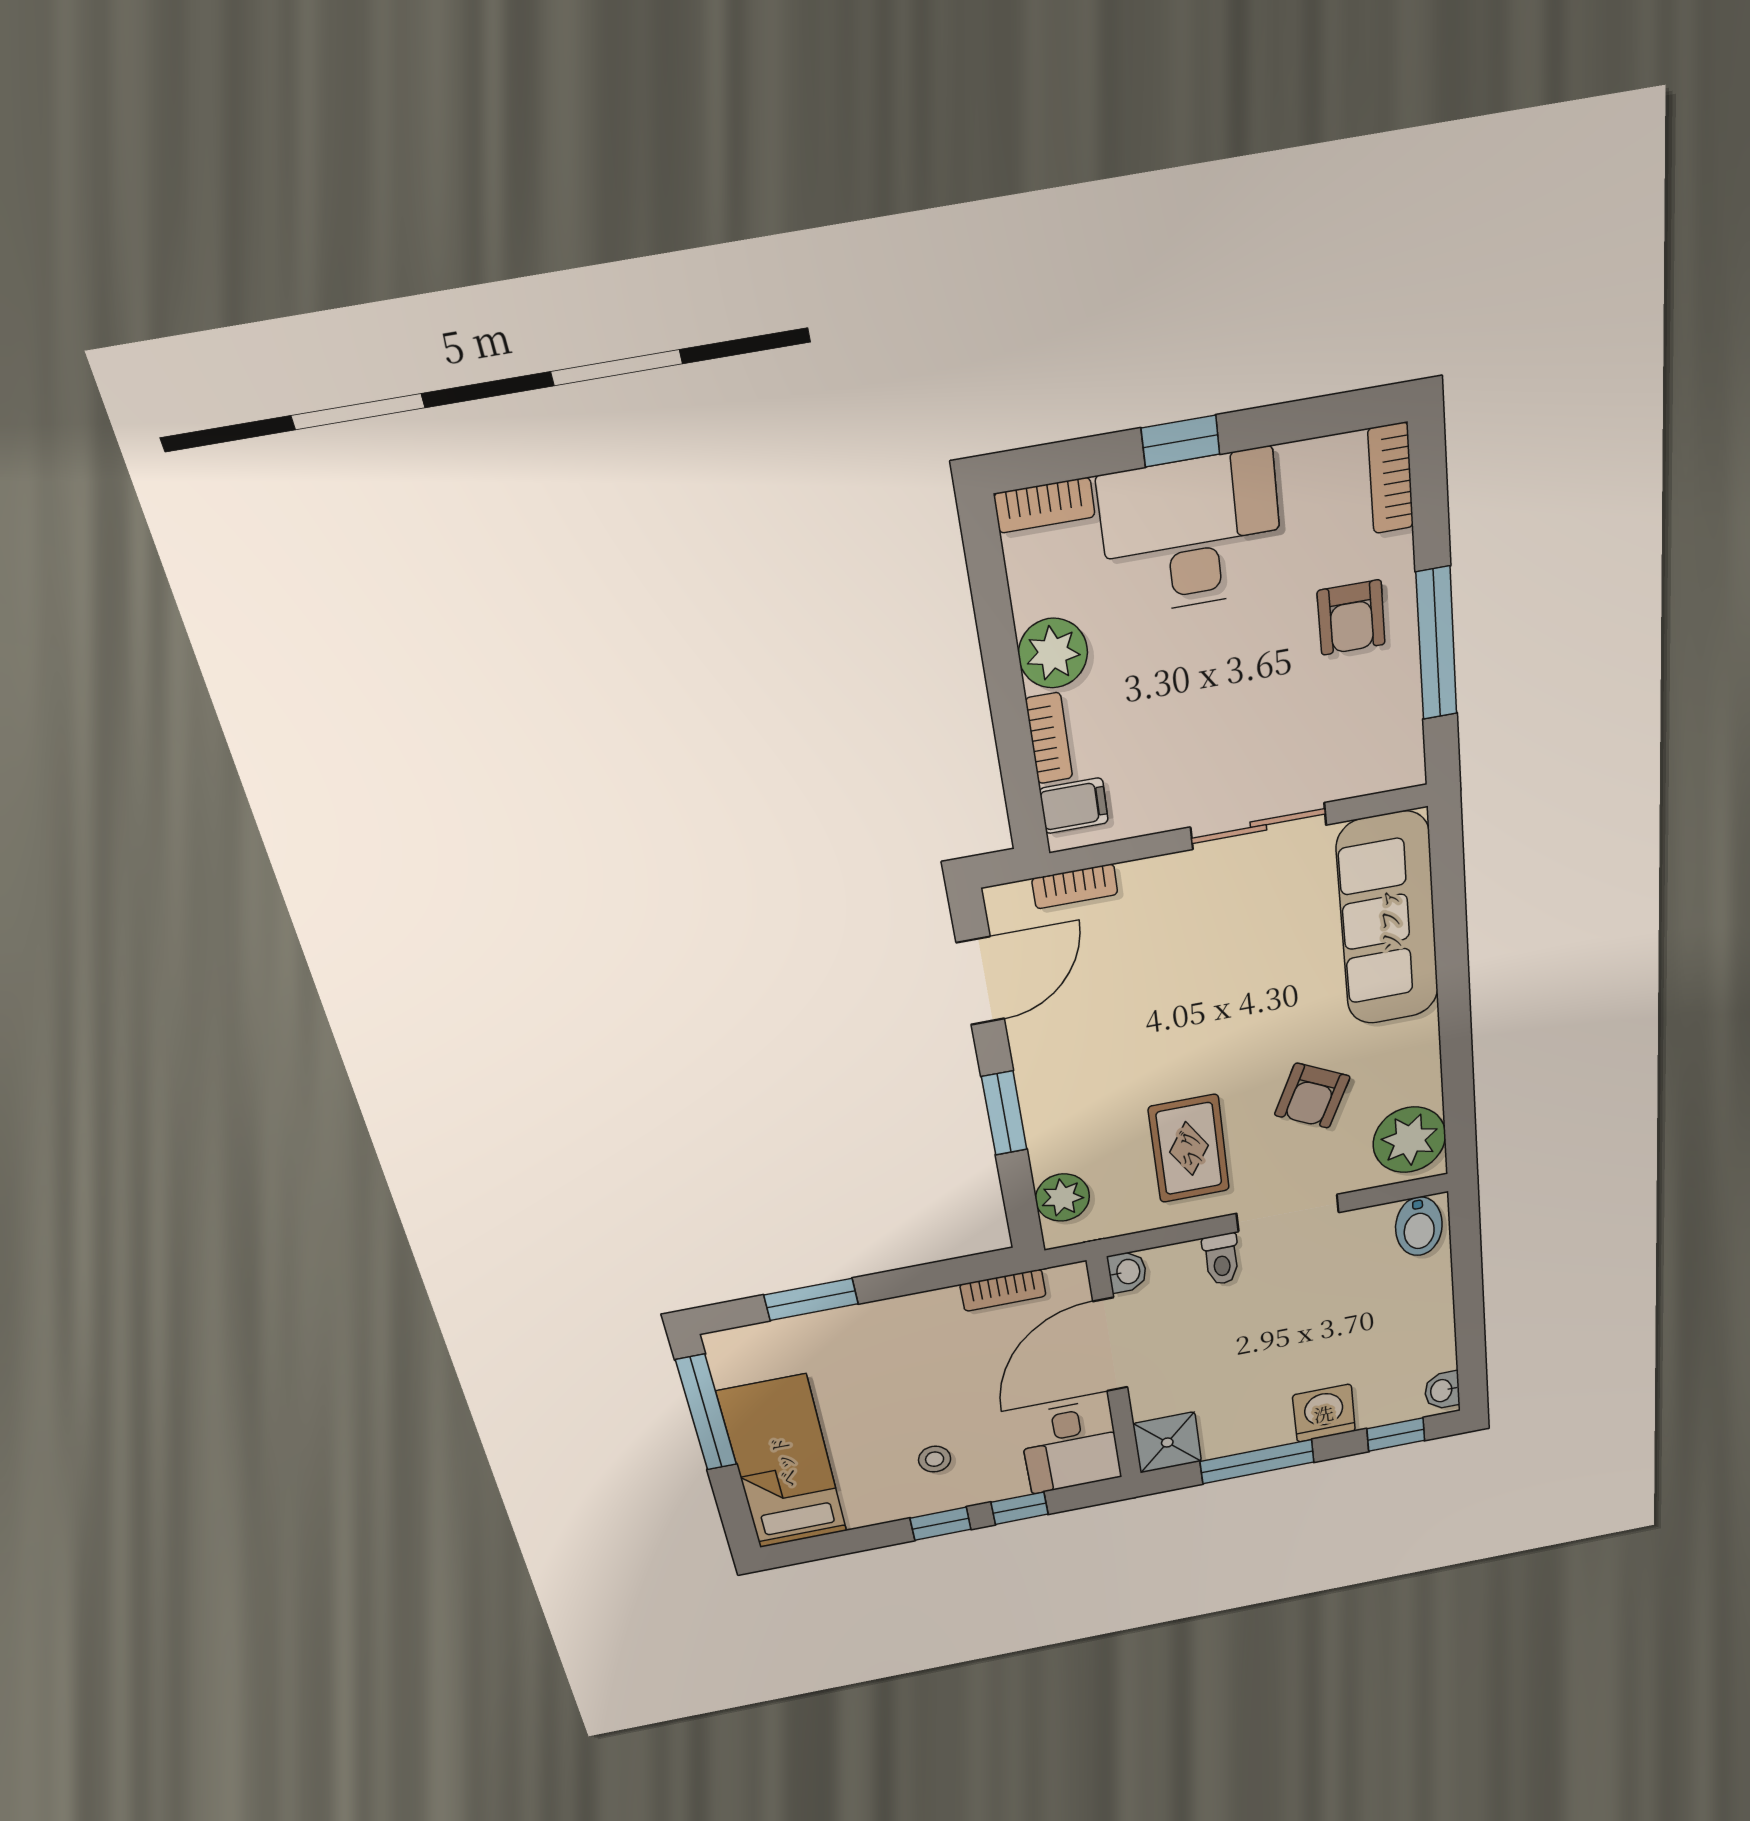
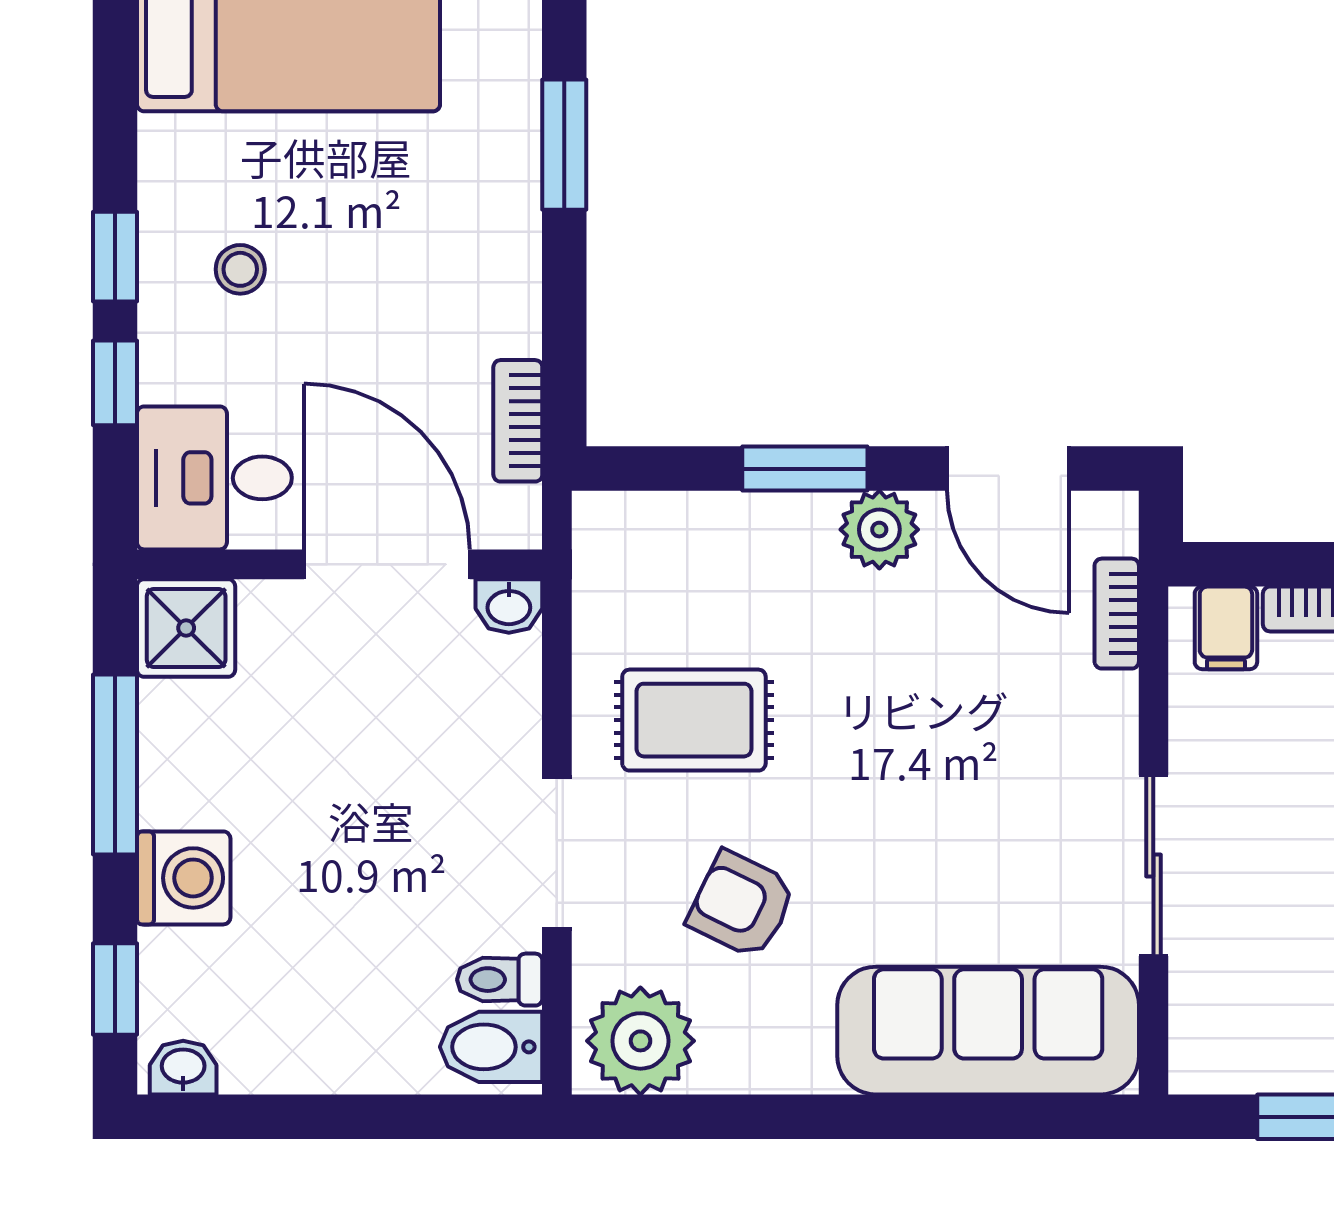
plant: (1062, 1198) -> (879, 530), moved
toilet: (1221, 1259) -> (500, 980), moved

